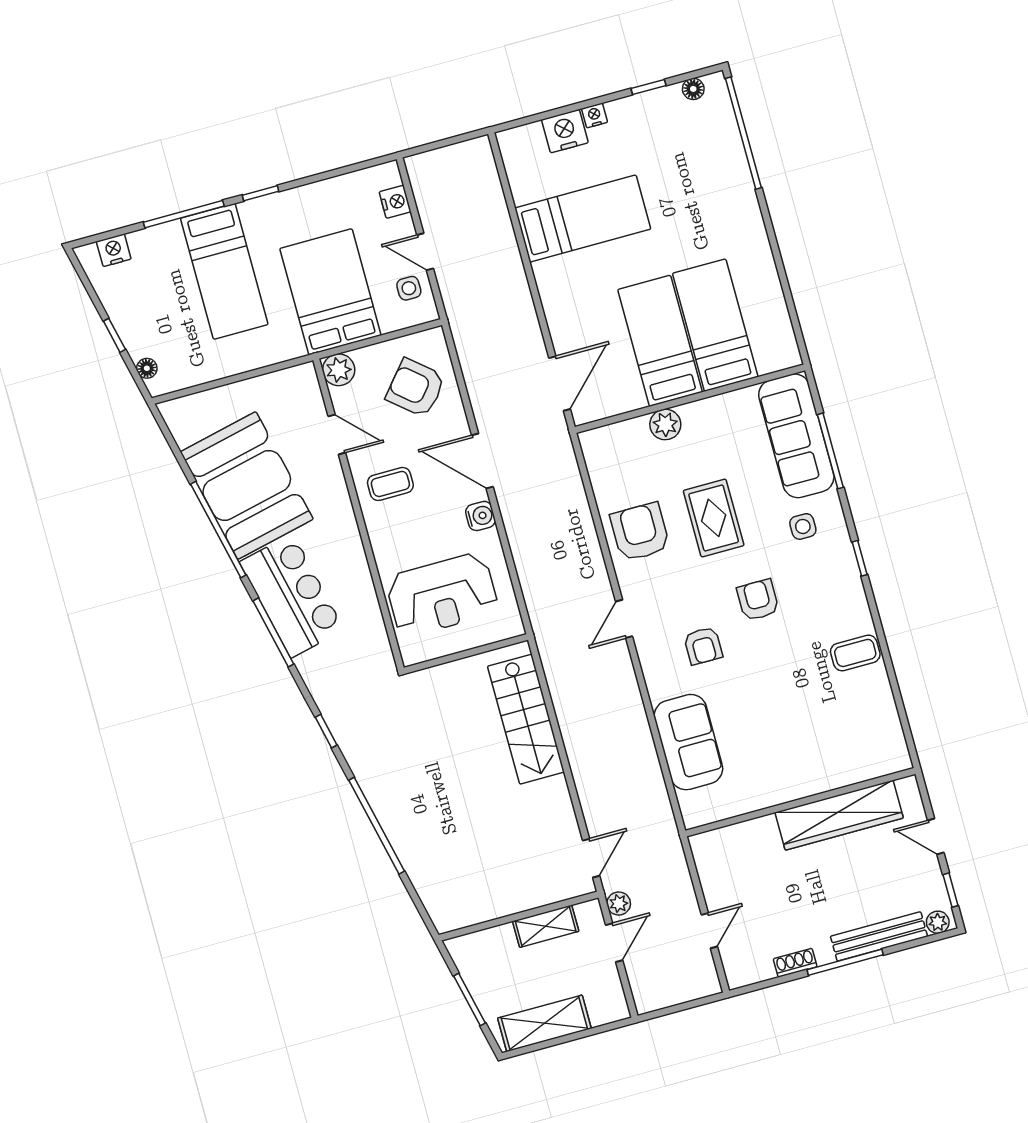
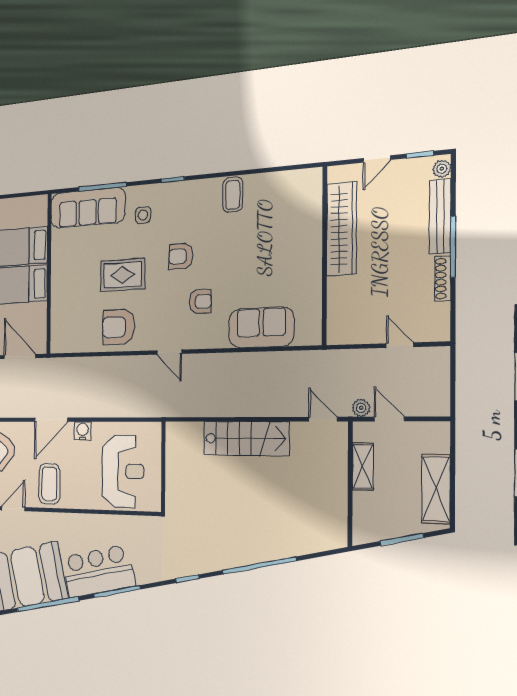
plant: (665, 424) -> (60, 294), removed
coffee table: (390, 484) -> (49, 484), width x1.36, depth x1.30
stairs: (526, 719) -> (246, 438), moved
shoe rack: (795, 963) -> (443, 279), width x1.43

